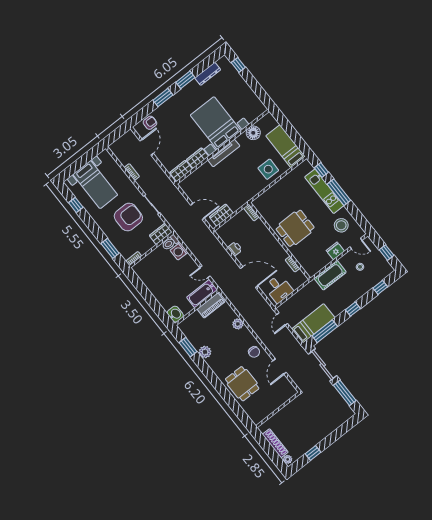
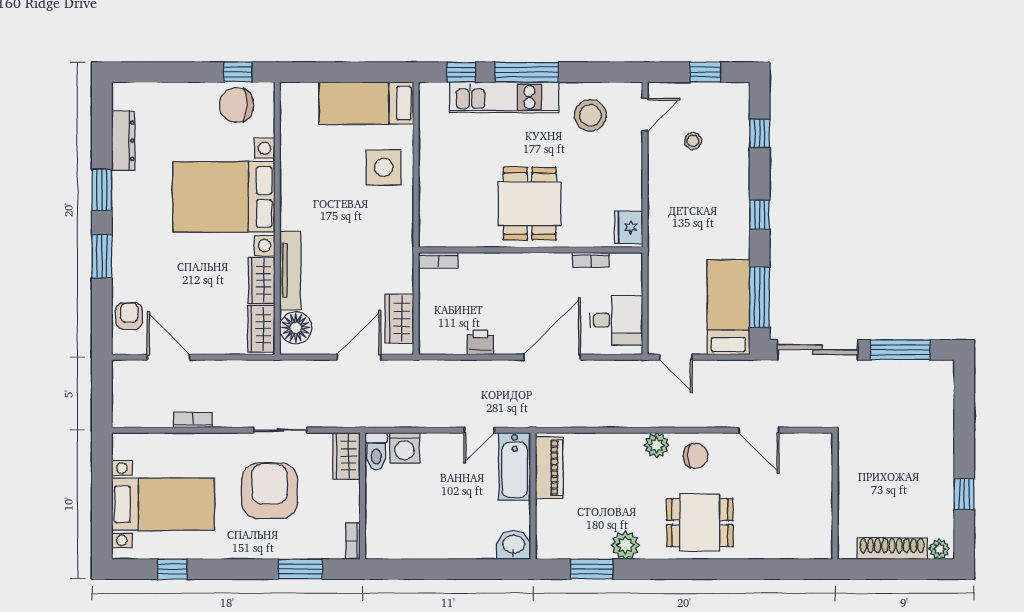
window: (238, 65) -> (238, 72), moved
chair: (250, 103) -> (237, 105), added
floor lamp: (253, 133) -> (296, 328), moved
tv unit: (224, 153) -> (290, 270), moved
fridge: (335, 251) -> (628, 227), moved
cot: (330, 275) -> (665, 207), removed
plant: (238, 324) -> (657, 445), moved
dining table: (242, 384) -> (700, 523), moved

